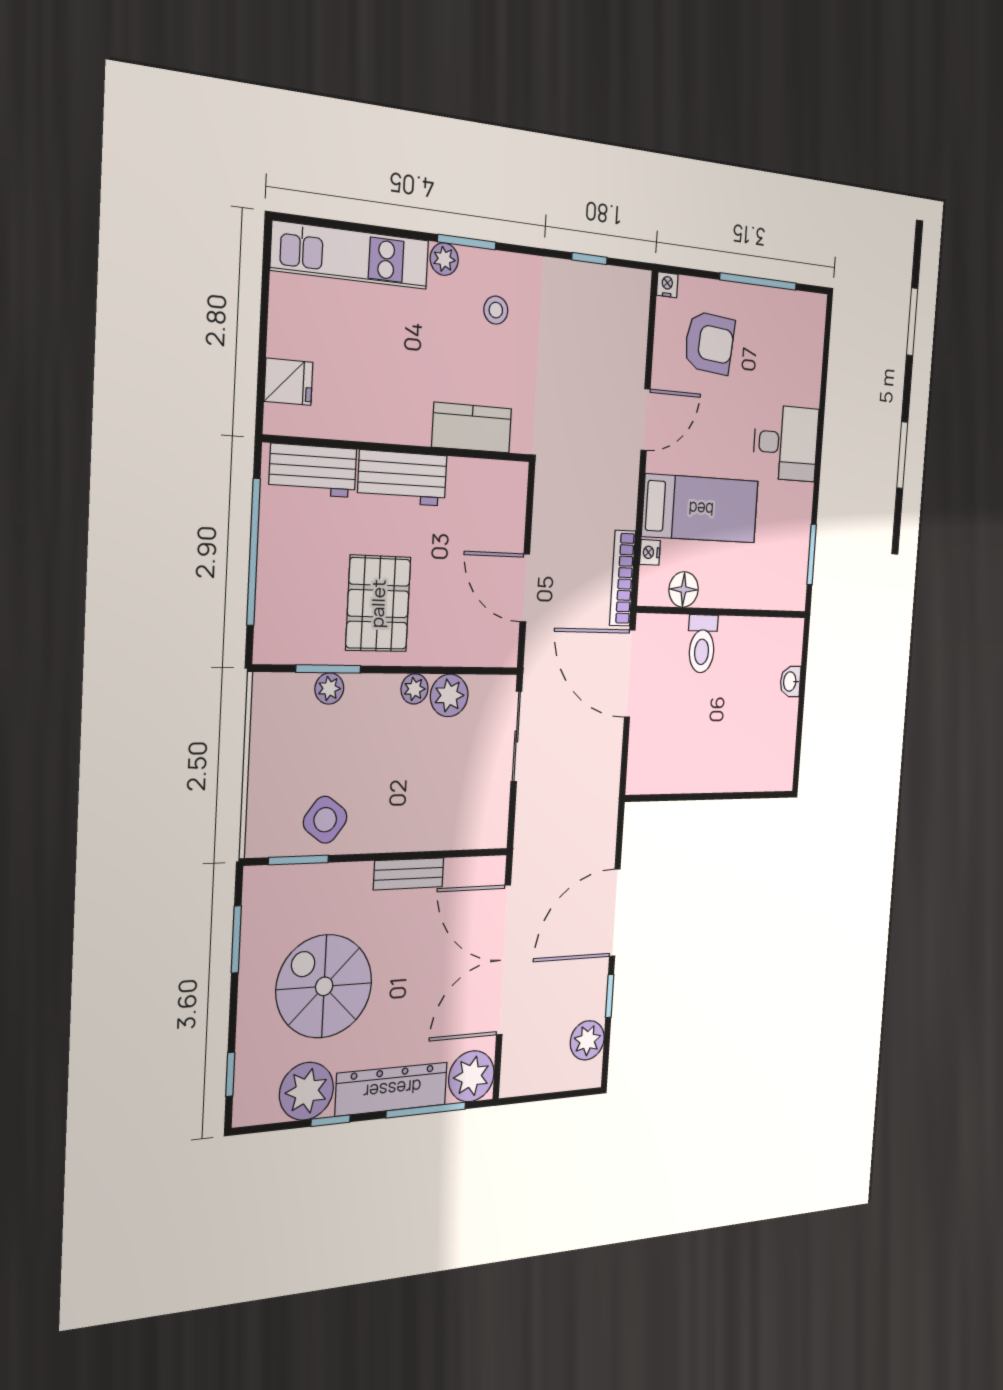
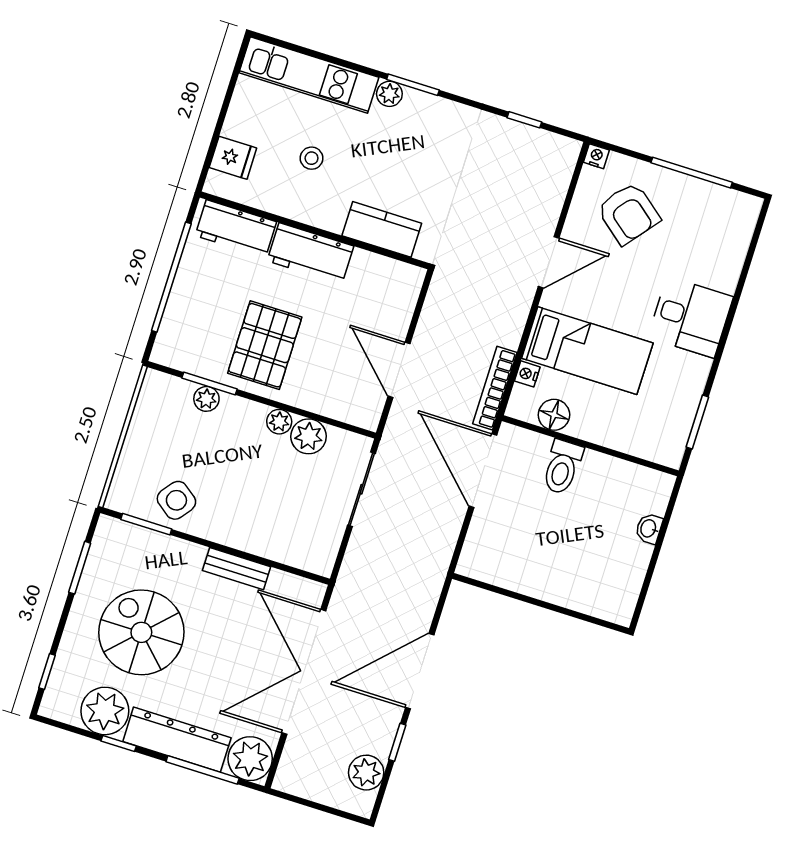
stool: (496, 310) -> (312, 158), moved
armchair: (709, 343) -> (628, 213), turned 34

